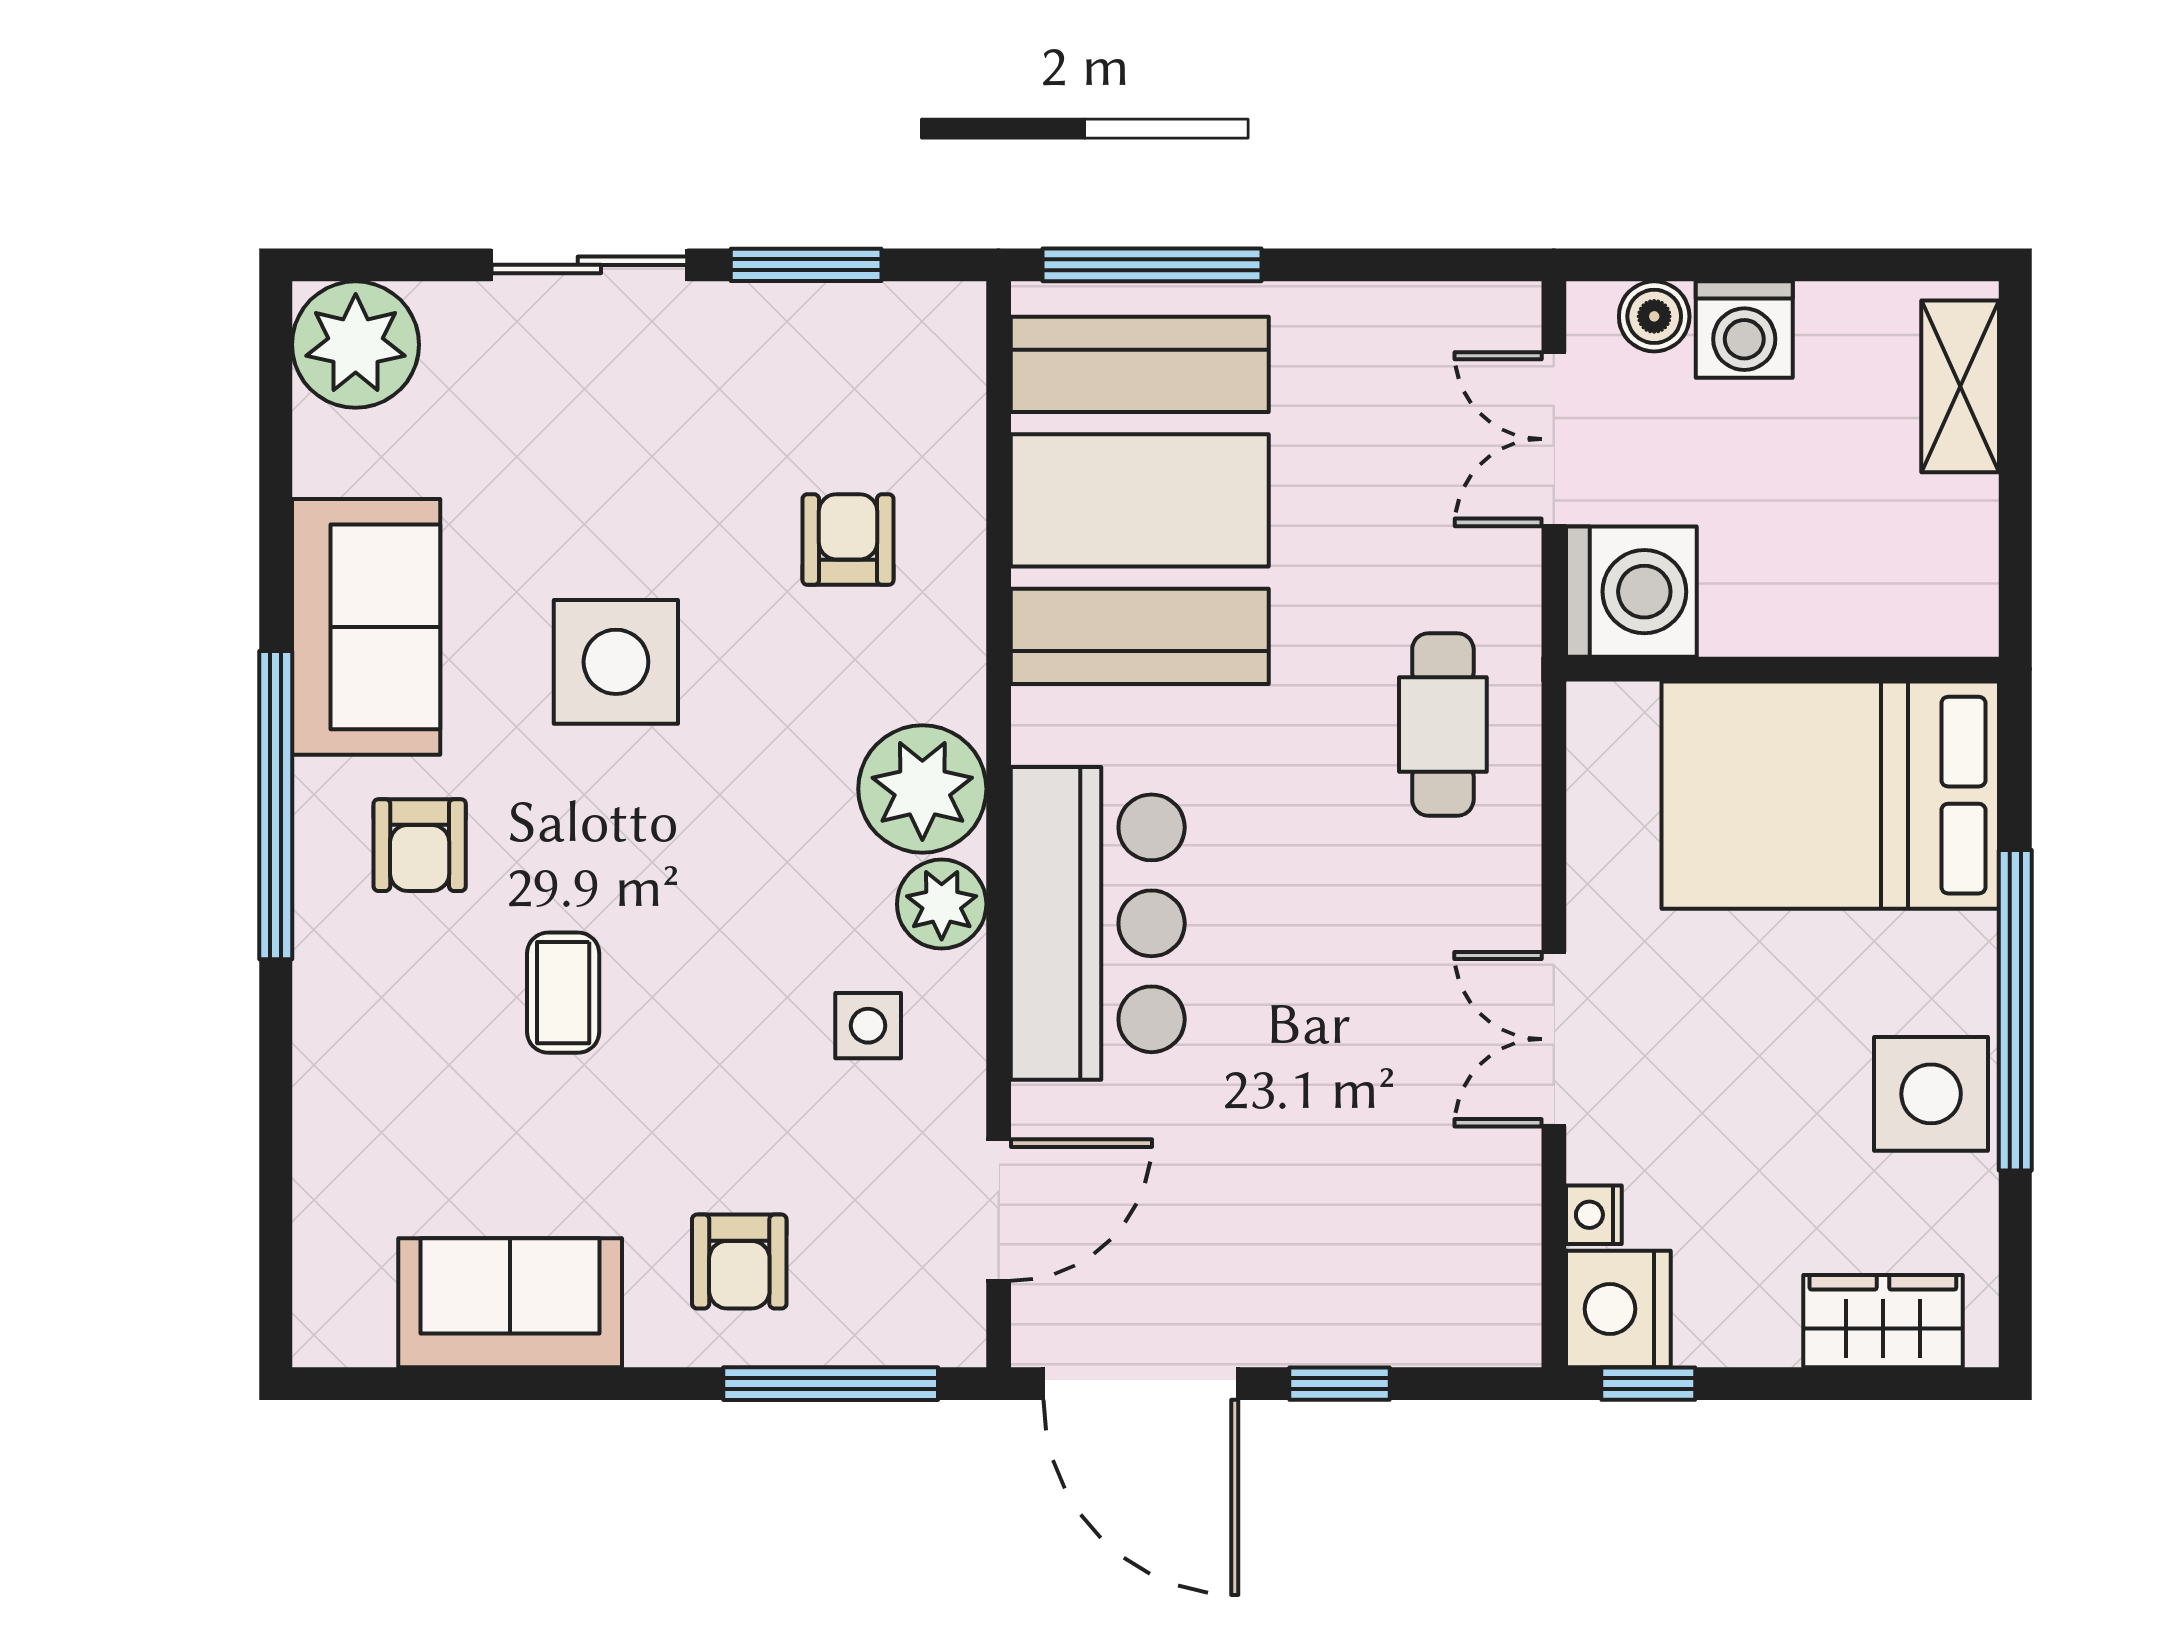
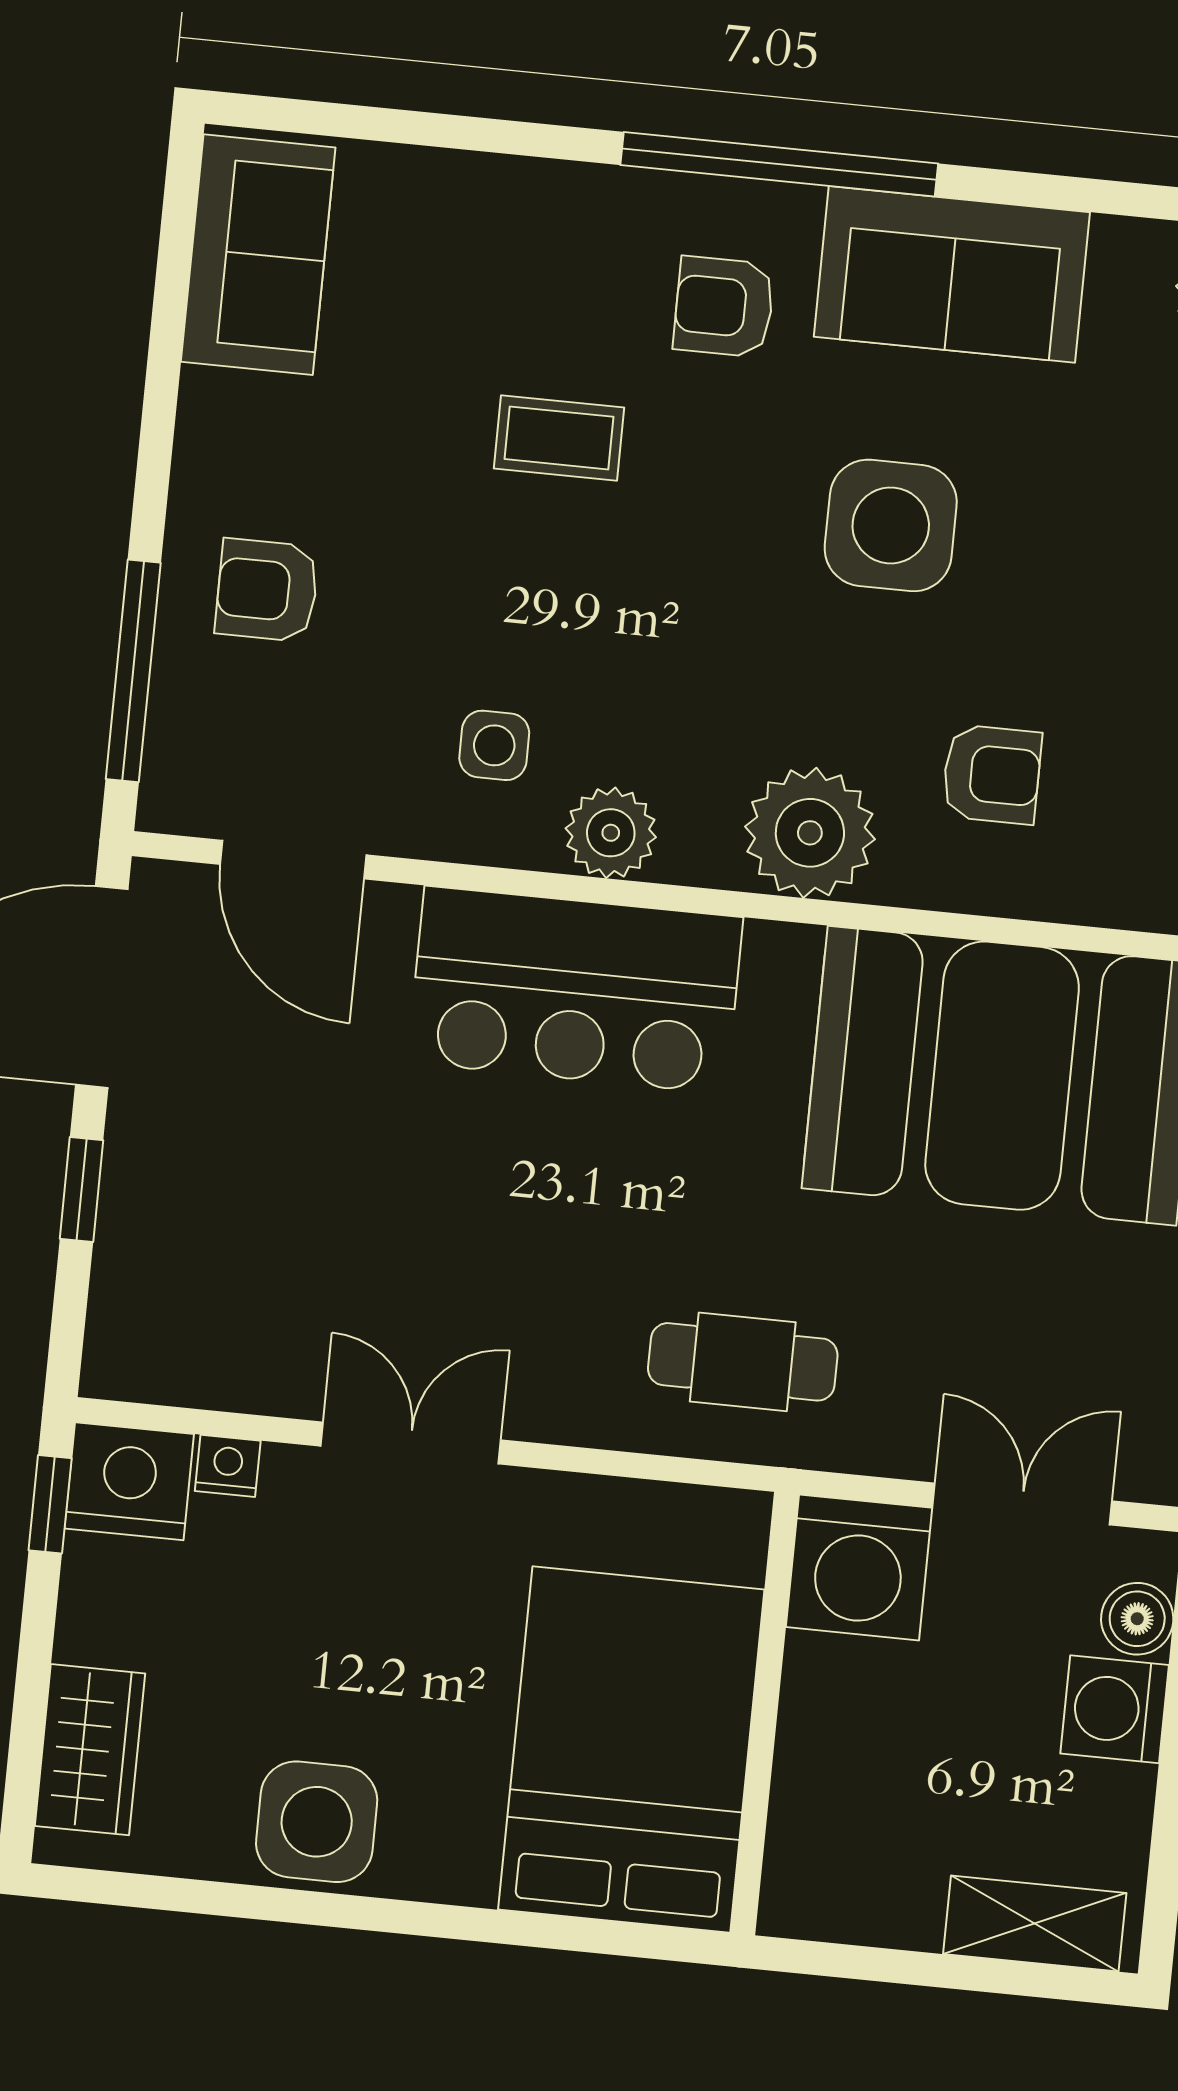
plant: (922, 789) -> (810, 833), moved
window: (2015, 1010) -> (393, 1916), removed
sofa: (510, 1303) -> (258, 255), moved

